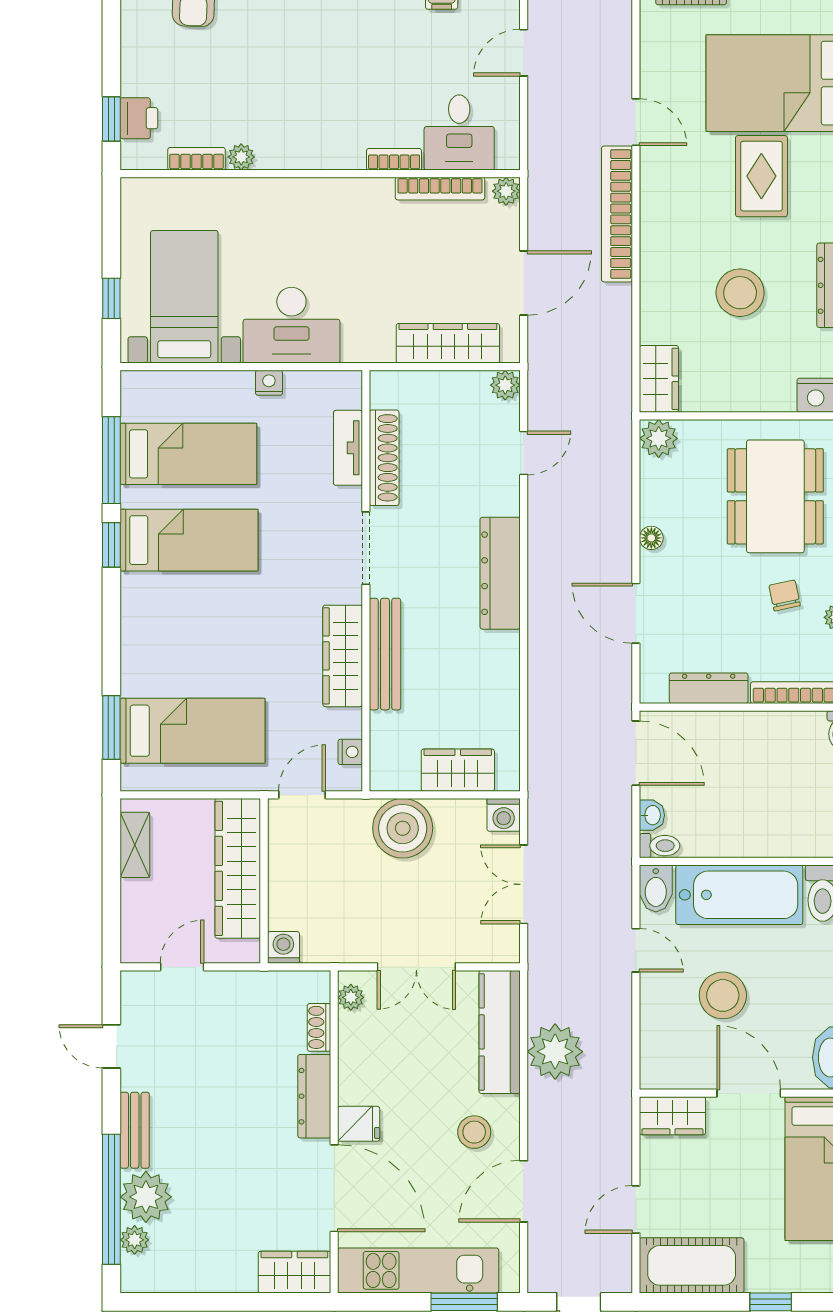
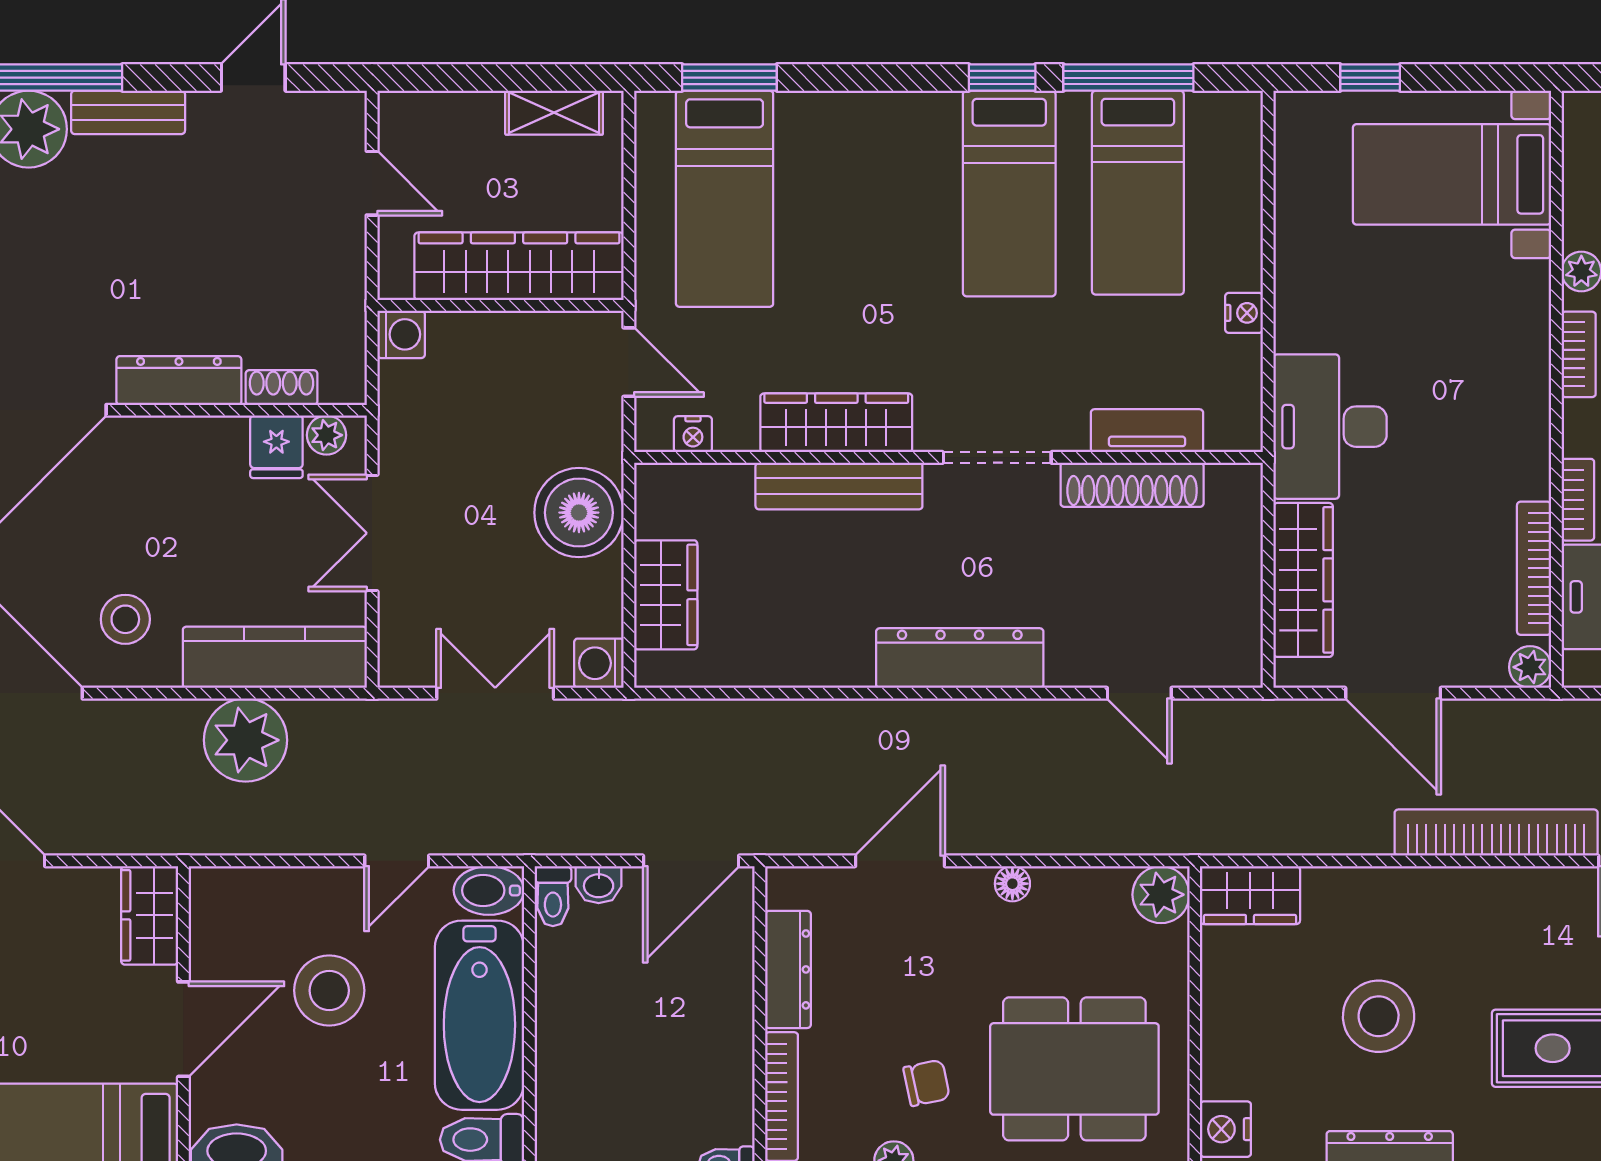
bookcase: (197, 159) -> (1579, 354), moved
bed with nightstands: (184, 297) -> (1452, 174), moved, turned 180
desk: (291, 325) -> (1330, 427), moved
plant: (505, 385) -> (1241, 666), removed
fridge: (359, 1124) -> (276, 447), moved

